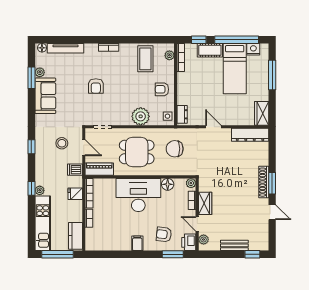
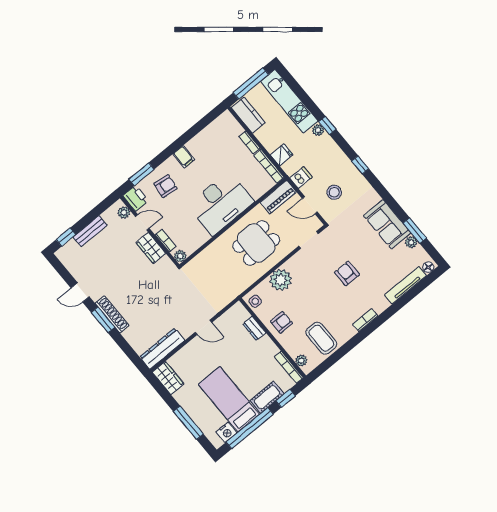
dresser: (182, 114) -> (254, 328), moved
chair: (175, 149) -> (223, 276), removed
floor lamp: (168, 184) -> (201, 237), removed

